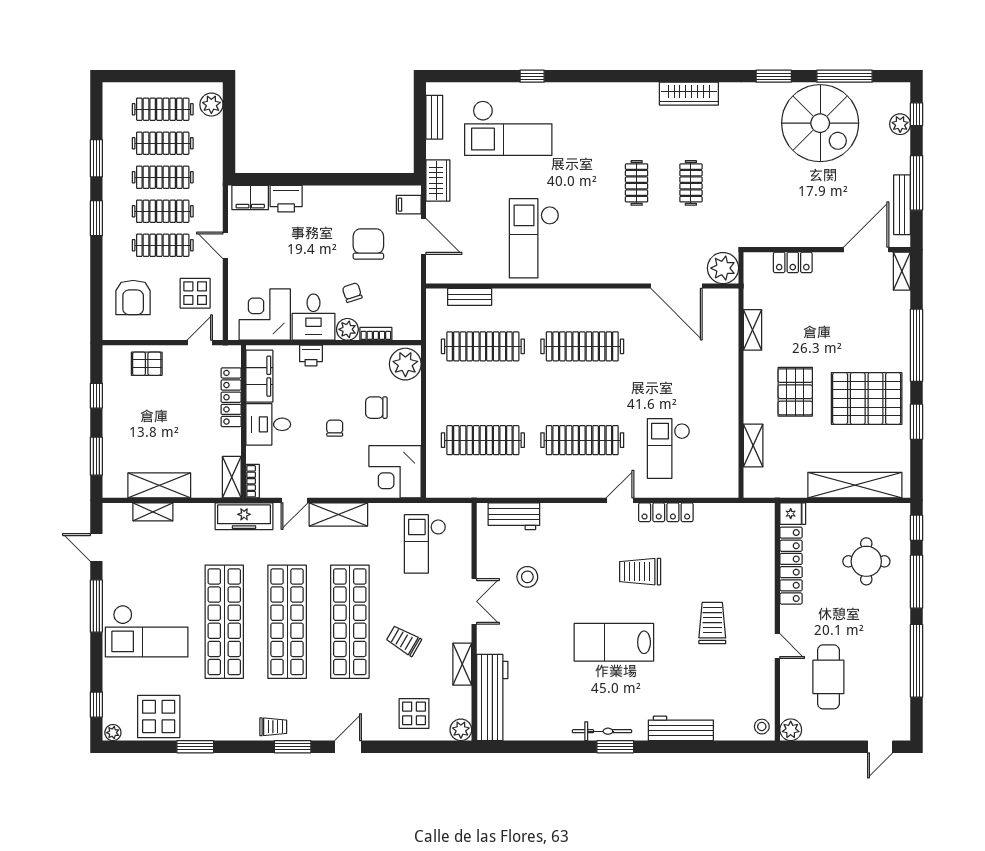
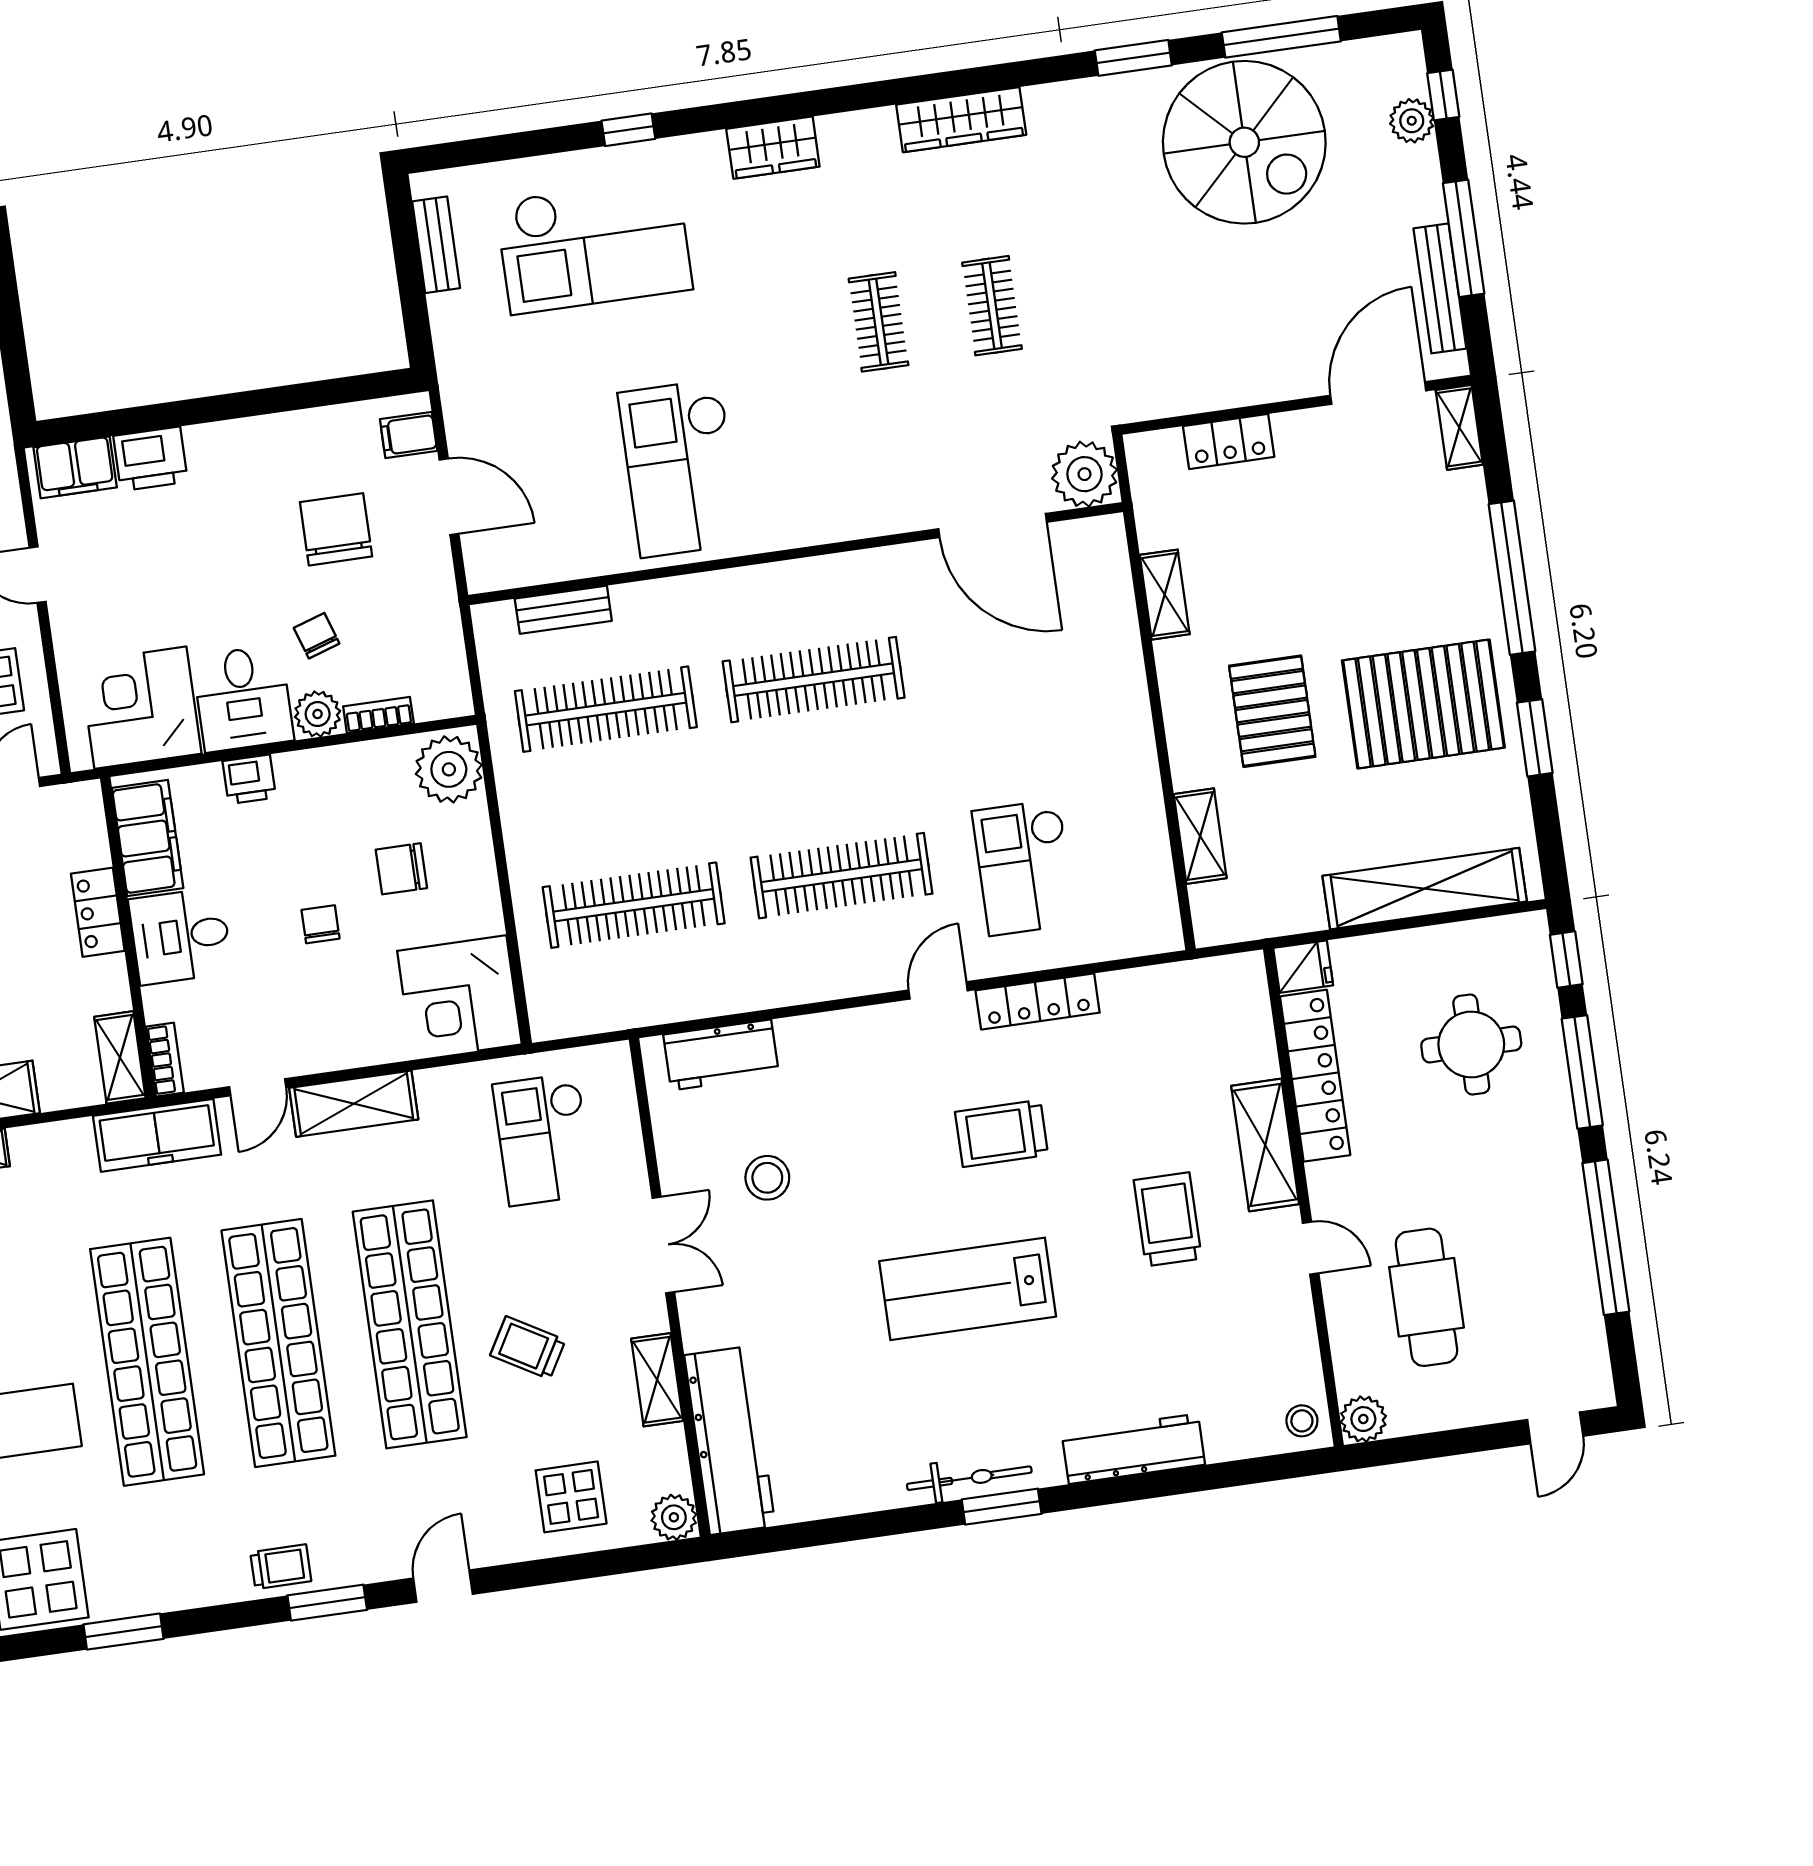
wardrobe: (438, 181) -> (773, 148), moved, turned 90
locker: (231, 397) -> (98, 912), width x0.66
shelving: (763, 595) -> (1265, 1145), added

